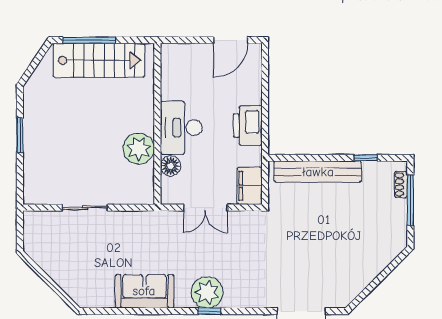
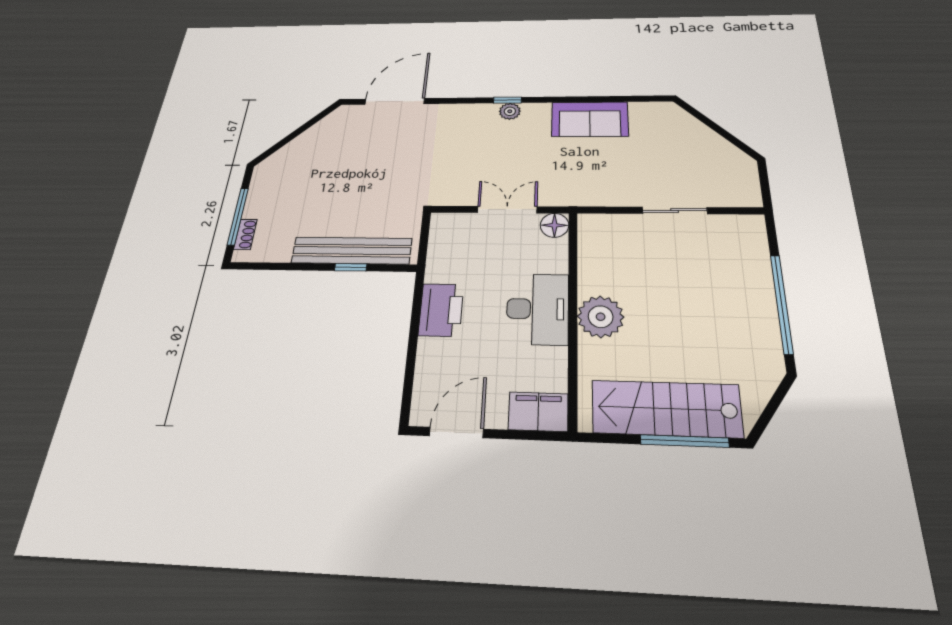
window: (20, 135) -> (782, 304), width x2.11
plant: (139, 149) -> (601, 317), moved
window: (366, 158) -> (351, 267), moved
floor lamp: (171, 166) -> (554, 225), moved
filing cabinet: (250, 186) -> (538, 412), moved, turned -90
plant: (207, 292) -> (510, 111), width x0.53, depth x0.53

